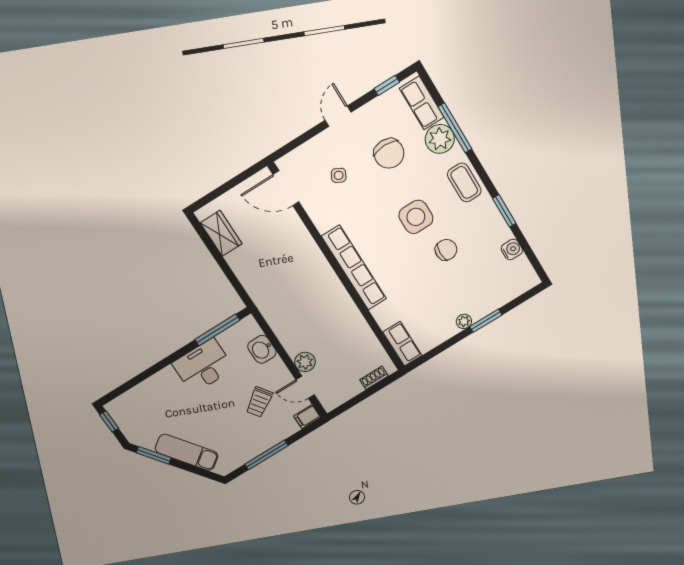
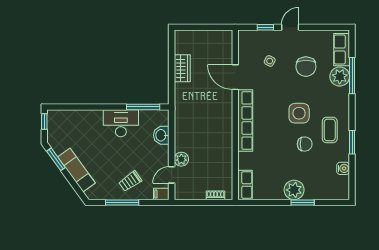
window: (387, 85) -> (265, 27), moved
coffee table: (464, 182) -> (330, 130), moved
door: (286, 188) -> (235, 77), moved
wardrobe: (221, 233) -> (182, 68), moved
plant: (464, 321) -> (294, 190), width x1.88, depth x1.88
door: (305, 387) -> (172, 175), hinge flipped
trolley: (259, 402) -> (130, 181), moved

